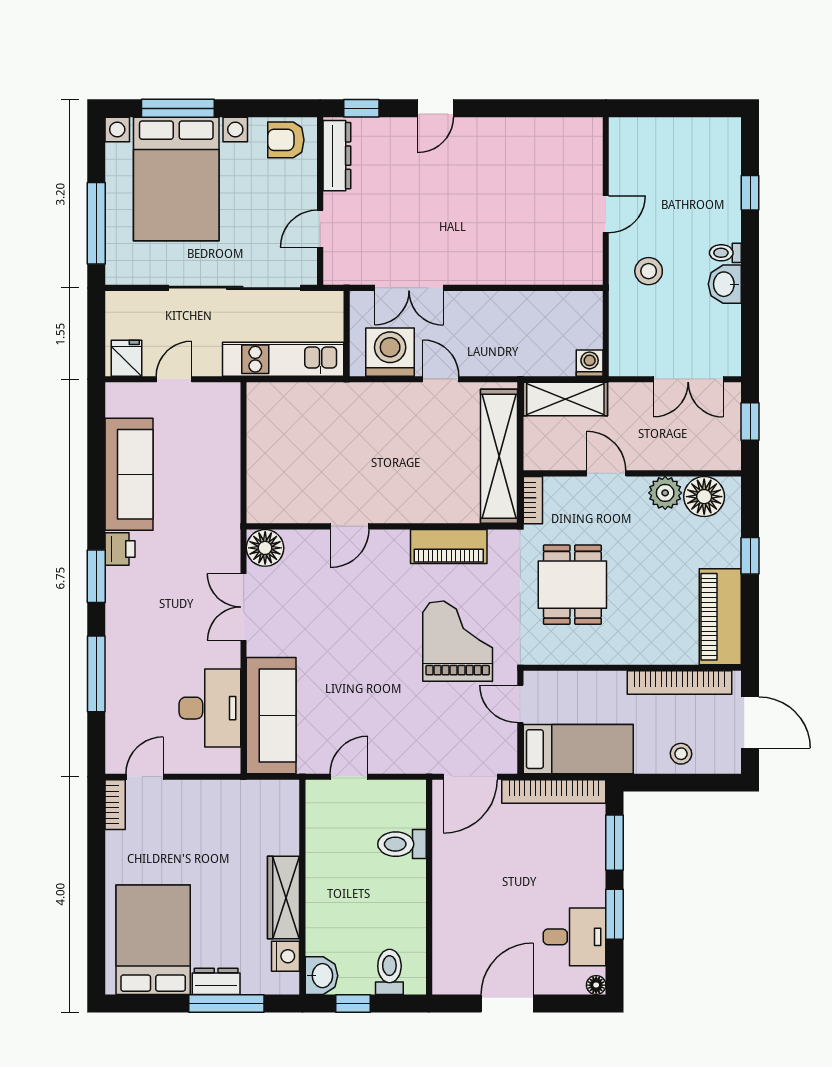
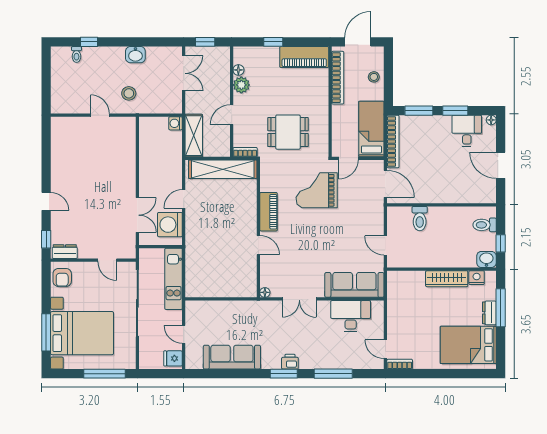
dresser: (337, 156) -> (65, 252), width x0.70
toilet: (725, 253) -> (76, 54), moved
floor lamp: (704, 497) -> (238, 70), width x0.53, depth x0.53
piano: (449, 546) -> (269, 212), moved
floor lamp: (265, 548) -> (265, 292), width x0.53, depth x0.53
printer: (120, 549) -> (290, 362), moved

